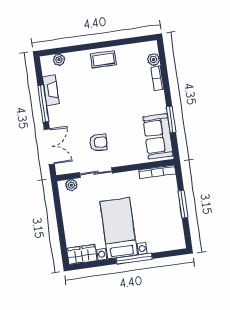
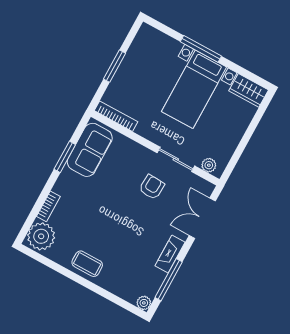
plant: (153, 59) -> (41, 236), width x1.88, depth x1.88
plant: (59, 60) -> (144, 303), moved
fireplace: (51, 90) -> (170, 254), moved
window: (43, 104) -> (169, 280), moved
armchair: (98, 142) -> (152, 187), turned 89

